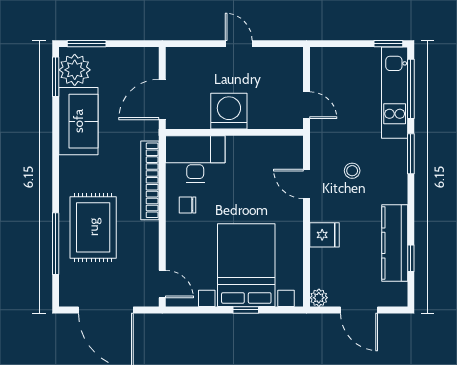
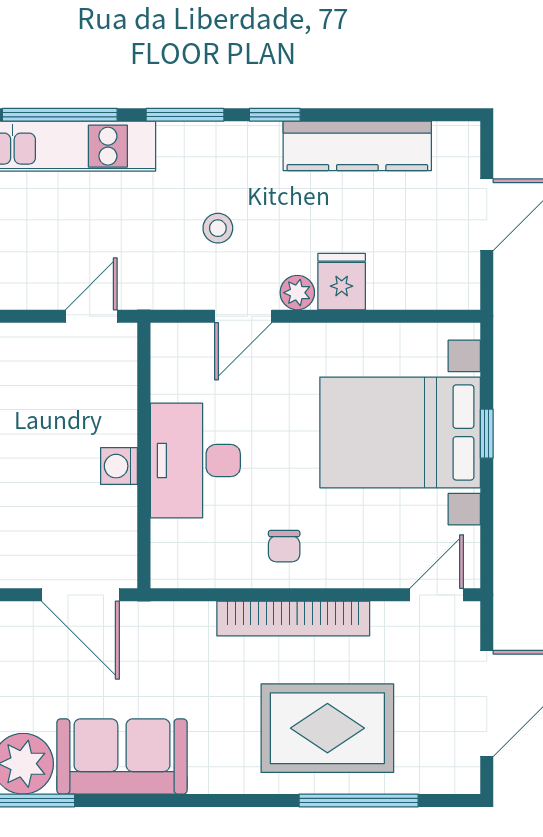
washing machine: (229, 111) -> (119, 466), width x0.53, depth x0.53
desk: (195, 159) -> (195, 461), moved
bookcase: (150, 180) -> (293, 619), moved
window: (411, 258) -> (275, 115), moved
plant: (319, 298) -> (297, 293), moved

